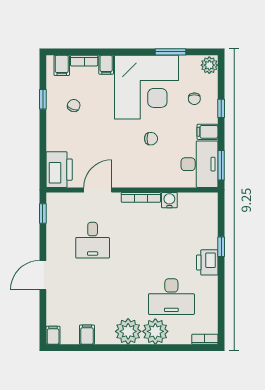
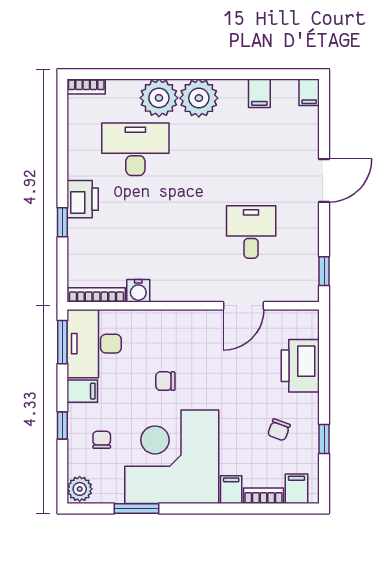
printer: (59, 170) -> (300, 366), moved
bookcase: (141, 197) -> (96, 295), moved

